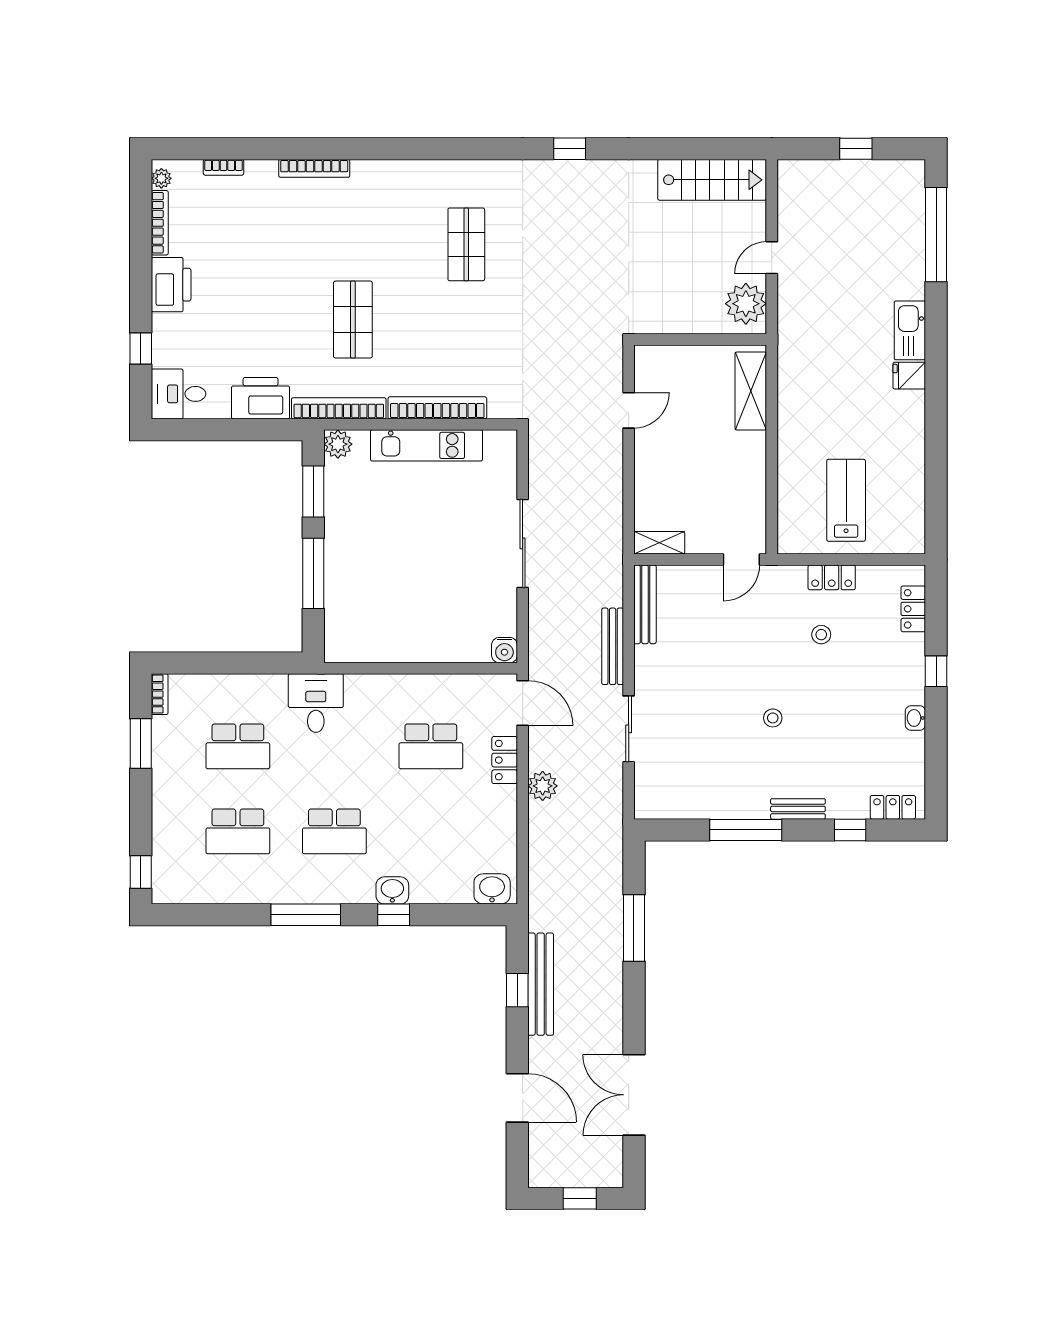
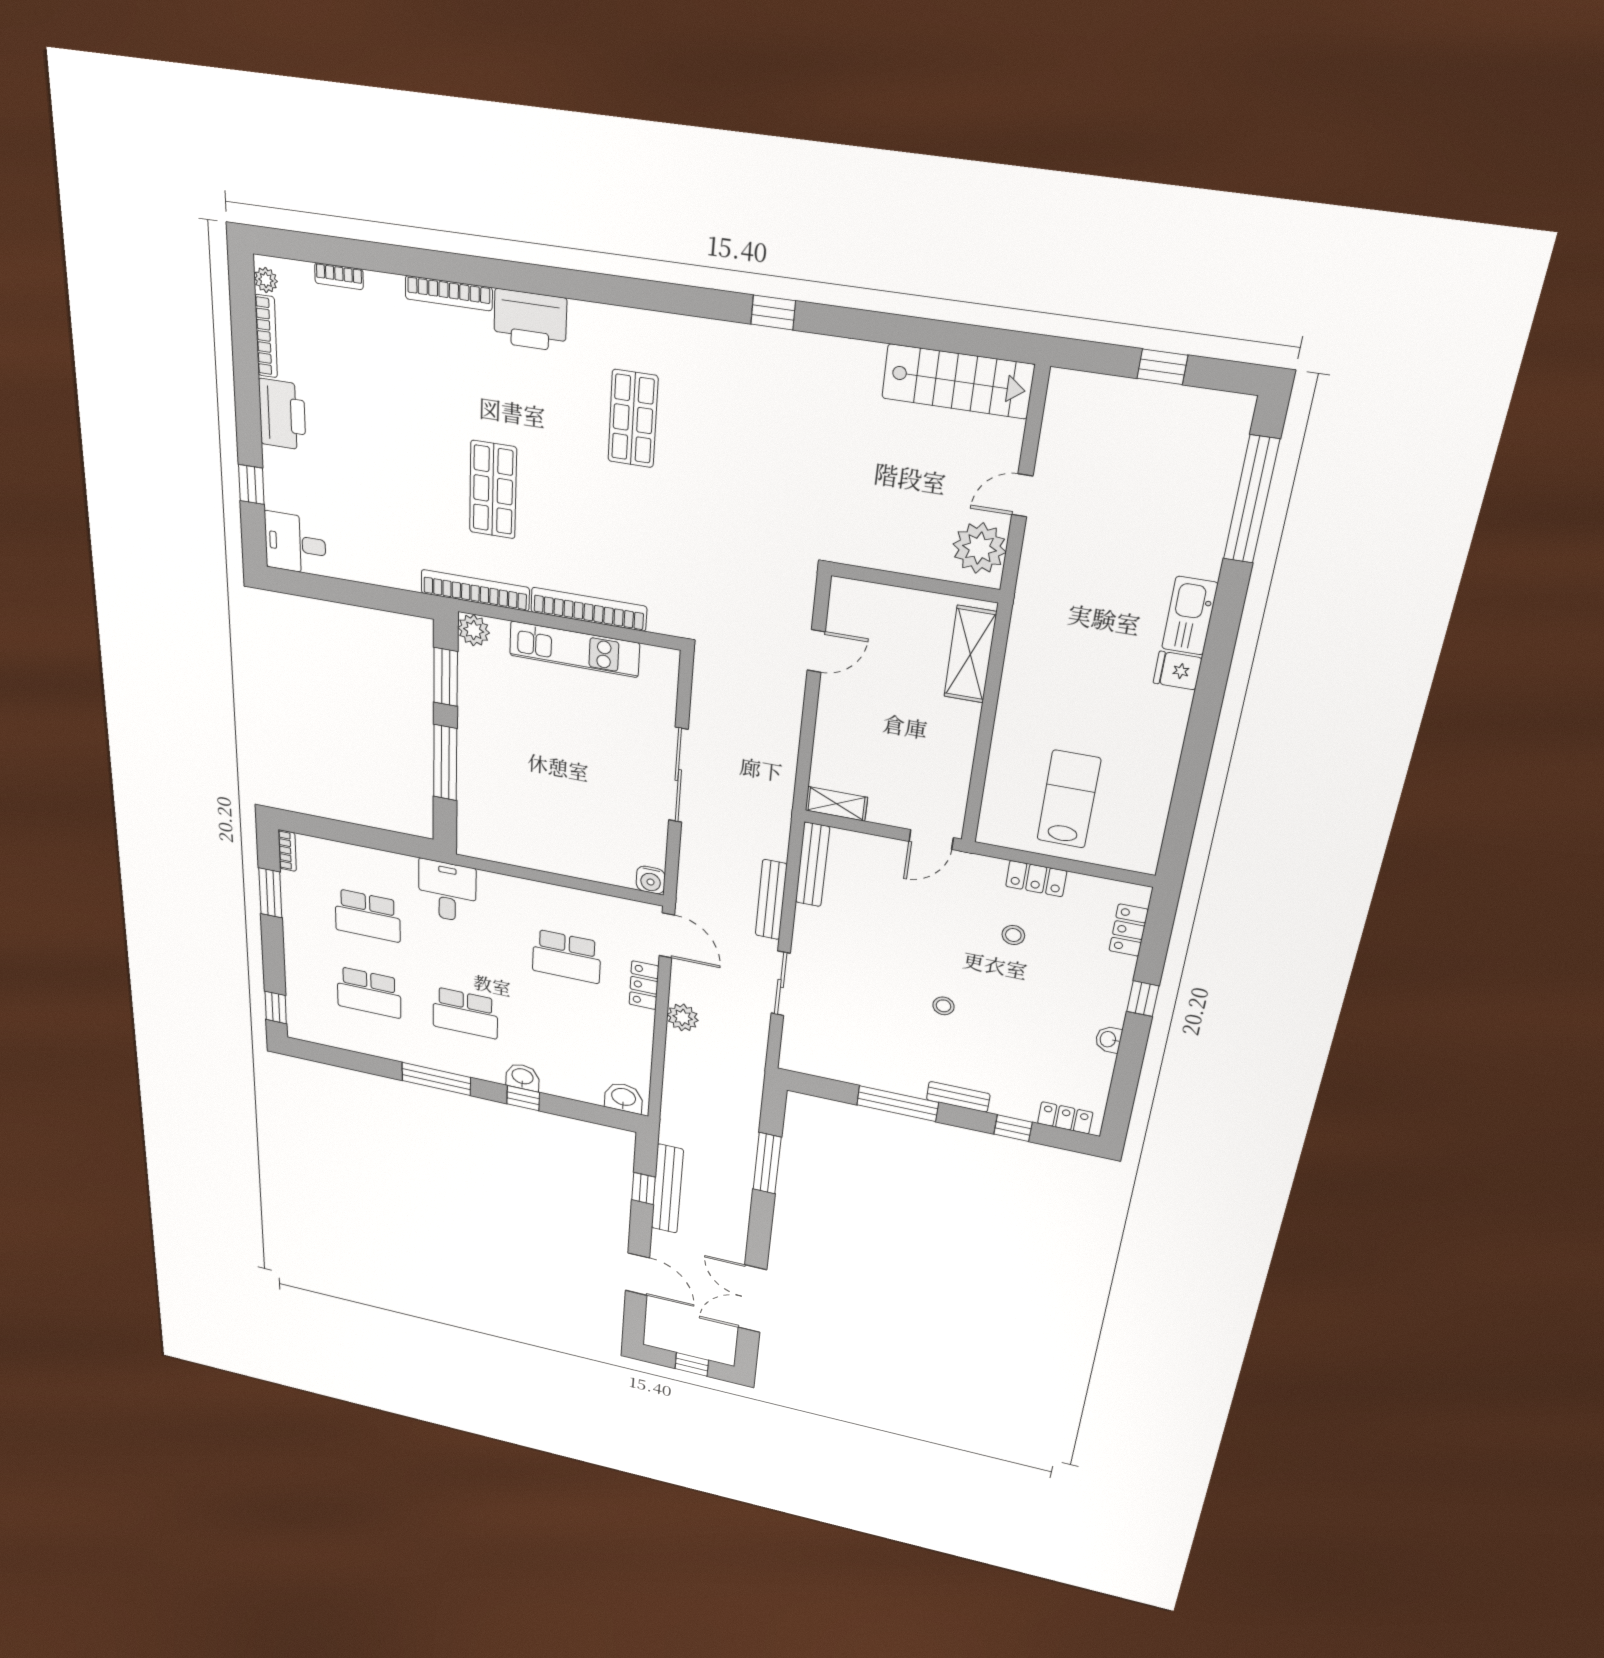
printer: (261, 398) -> (530, 320), moved, turned 180

